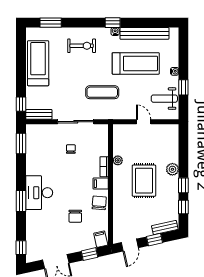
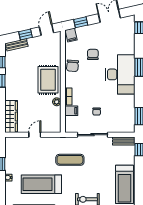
weight bench: (164, 99) -> (17, 154), removed
door: (144, 122) -> (35, 135), swing flipped
wardrobe: (171, 143) -> (11, 117), added
plant: (172, 169) -> (10, 94), removed
rug: (144, 181) -> (48, 80), moved
filing cabinet: (101, 184) -> (71, 111), moved
desk: (39, 193) -> (120, 74), width x1.36, depth x1.30

